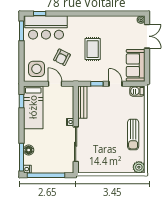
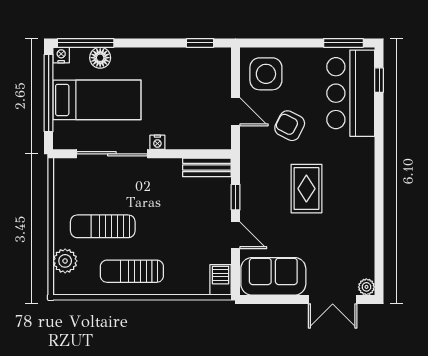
rug: (93, 49) -> (306, 189), turned 90
door: (55, 84) -> (236, 112), hinge flipped
door: (116, 84) -> (236, 235), hinge flipped
bench: (82, 102) -> (207, 167), width x0.73
bed: (33, 107) -> (97, 100), moved, turned 180
sun lounger: (111, 149) -> (103, 226), added
plant: (139, 167) -> (65, 261), moved

